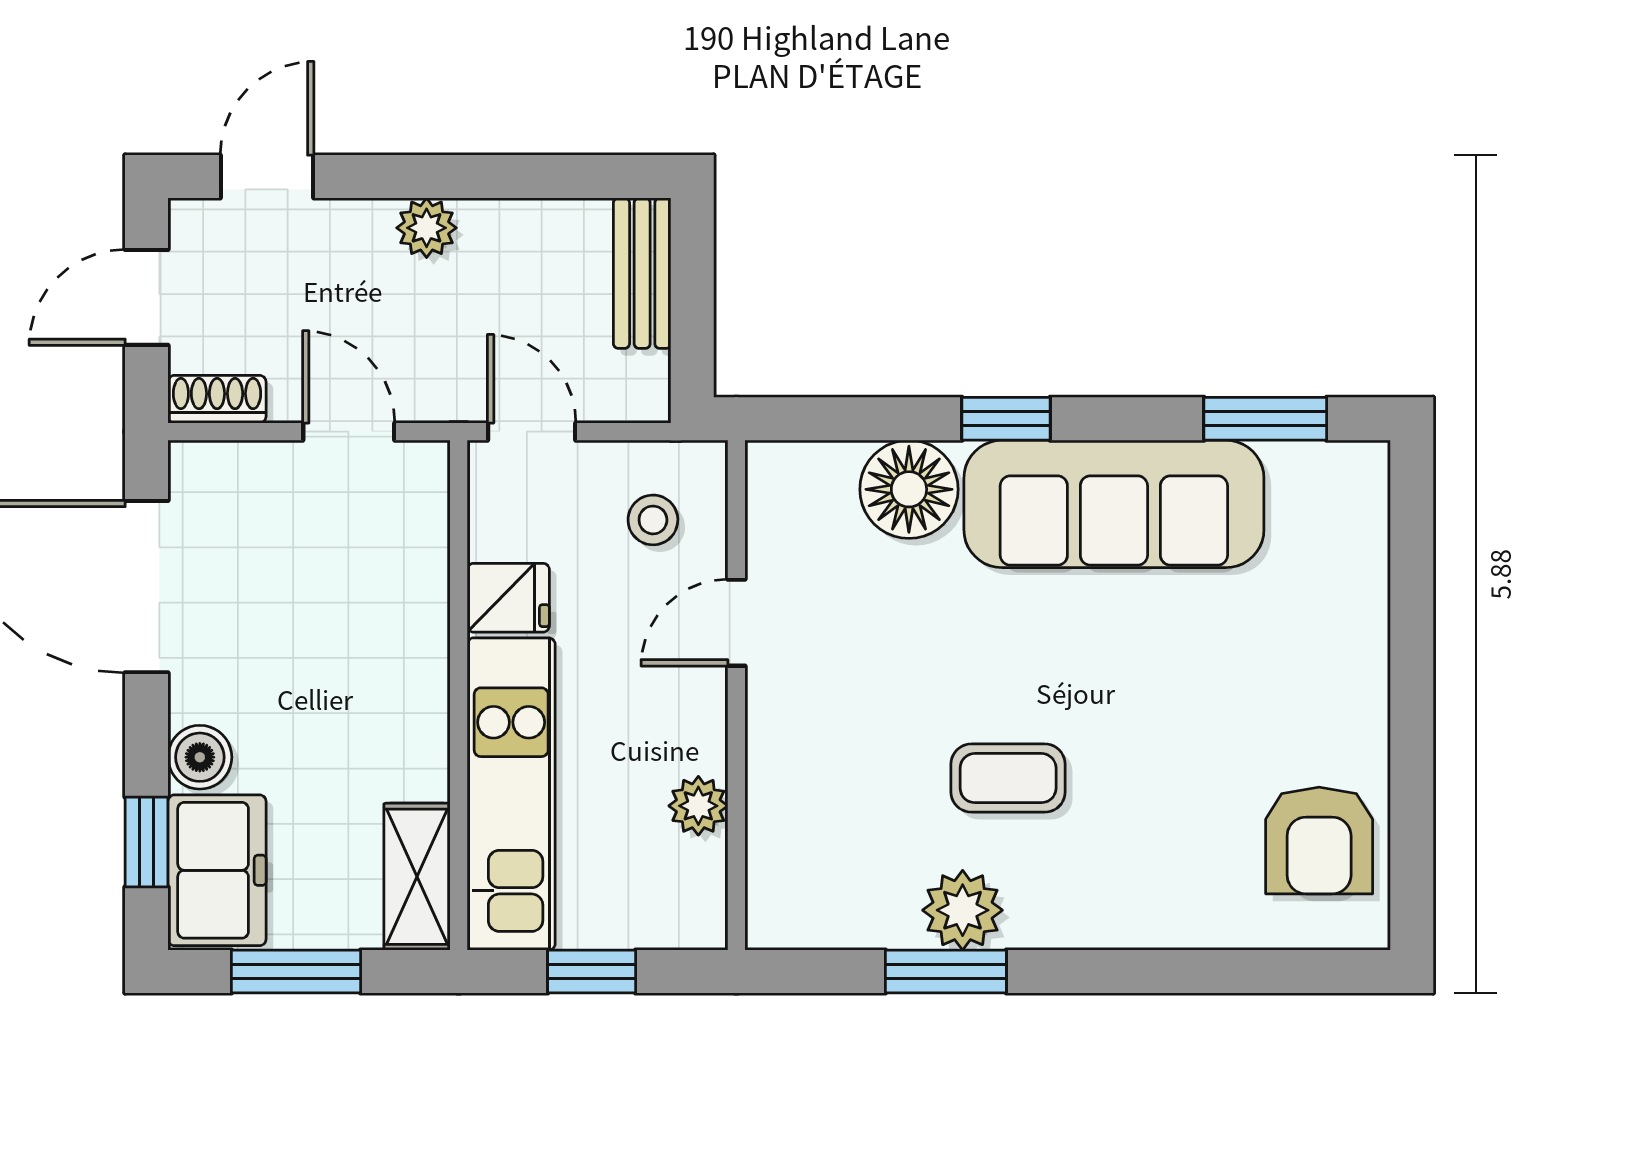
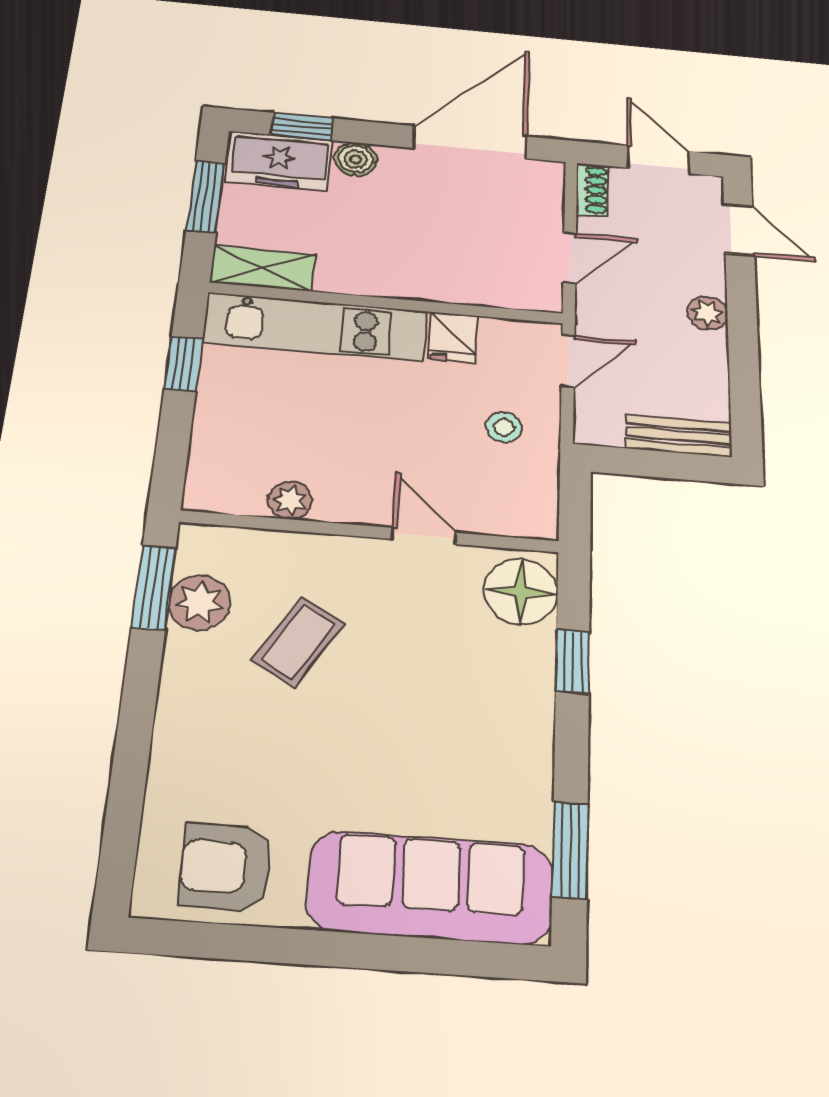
sofa: (1114, 504) -> (430, 887), moved, turned 90
door: (736, 623) -> (424, 536), moved
wall: (736, 695) -> (370, 532), moved
coffee table: (1008, 778) -> (298, 642), turned 31
plant: (698, 806) -> (290, 500), moved

